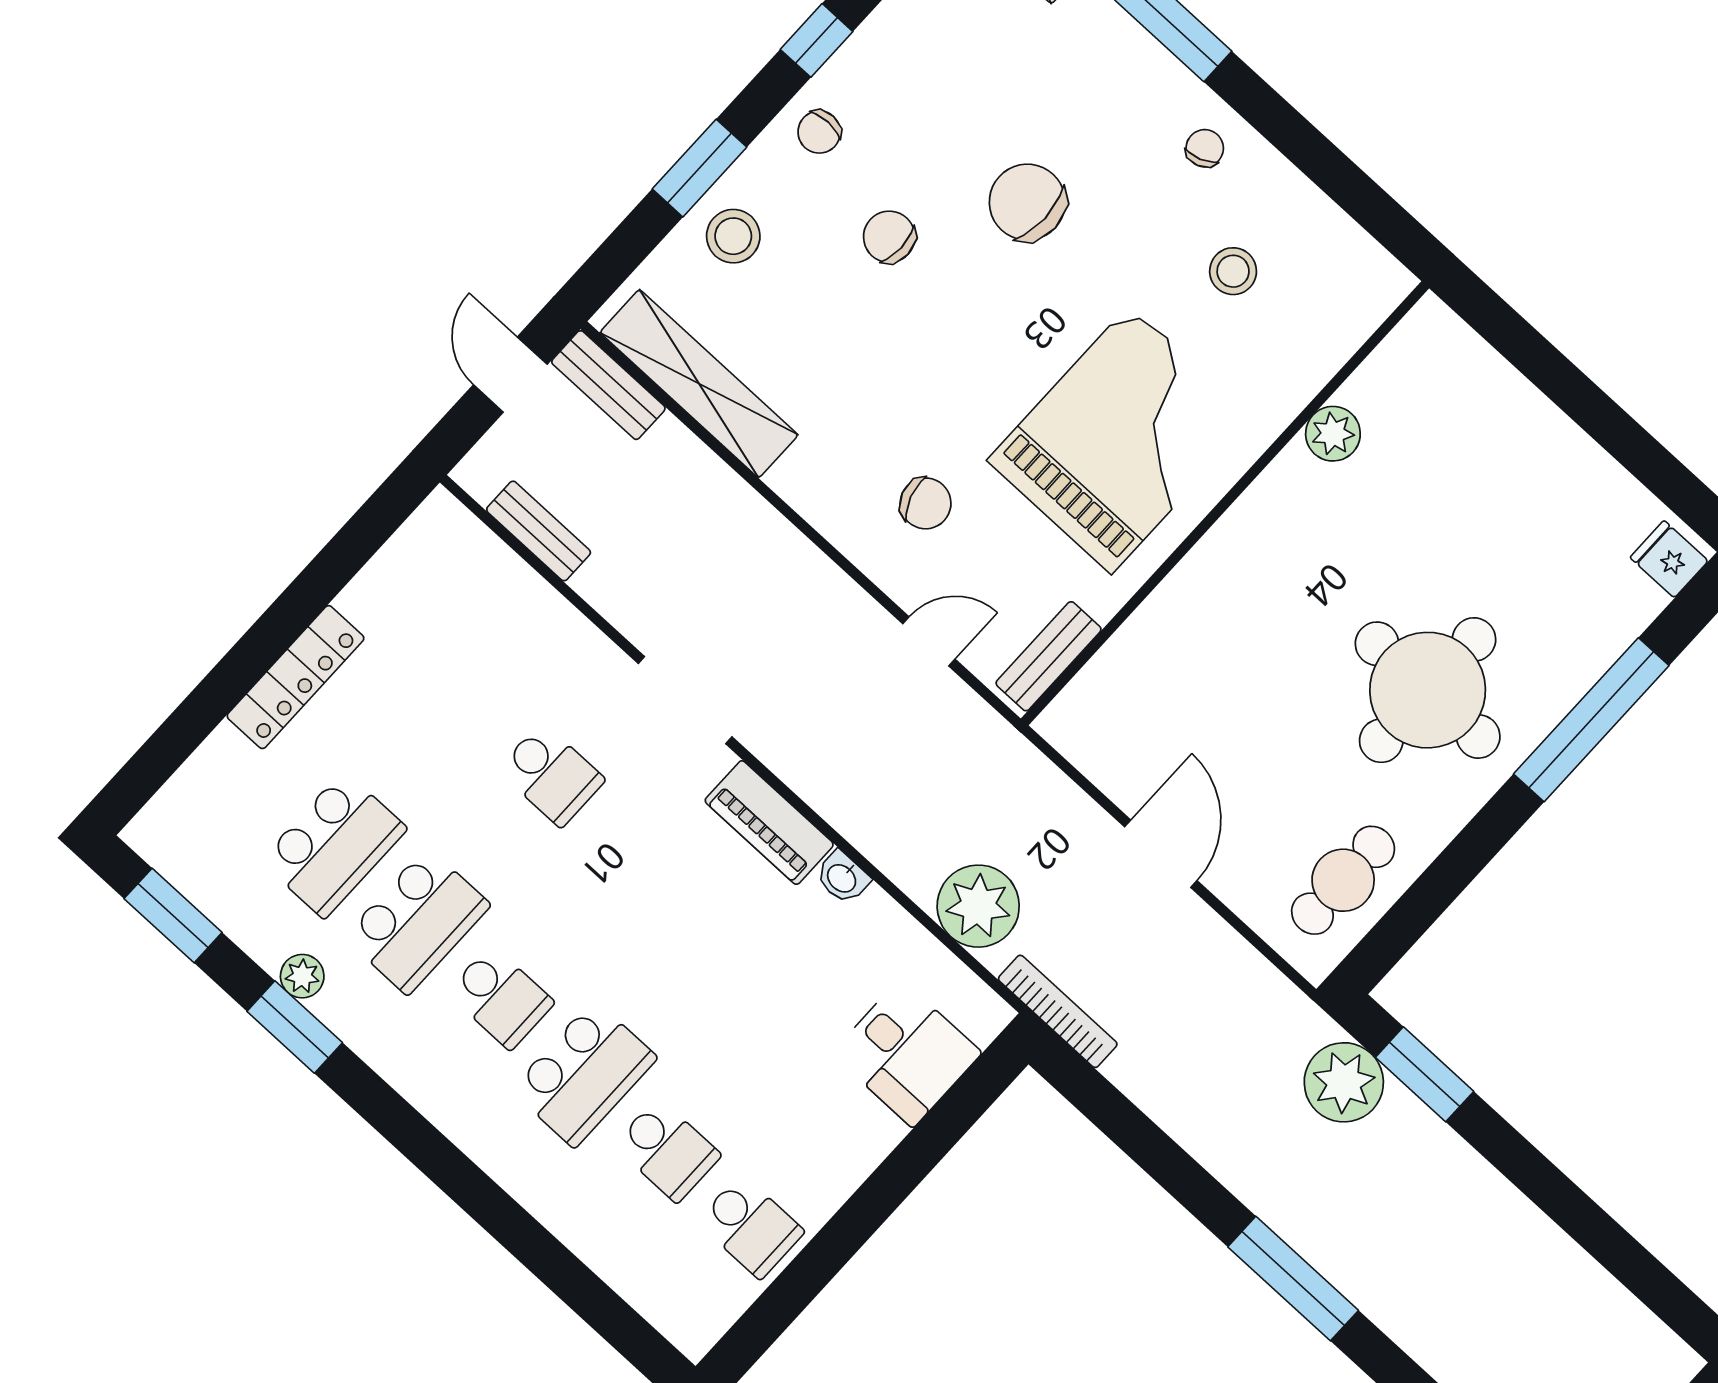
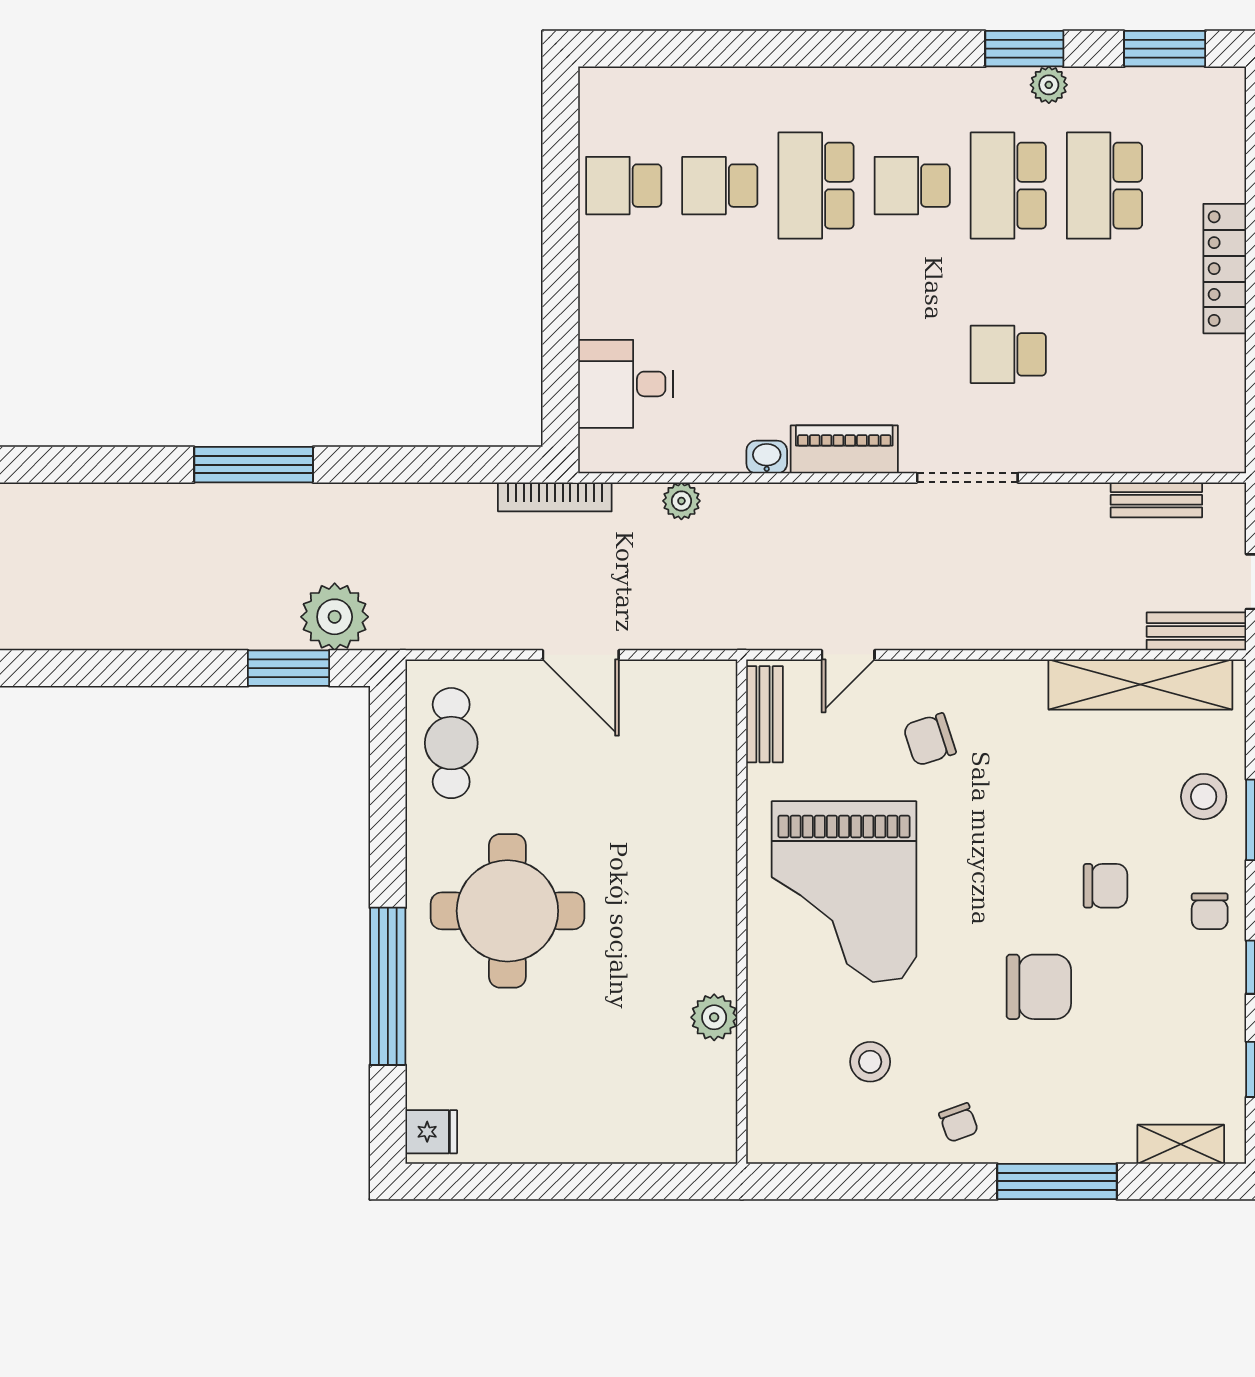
chair: (819, 132) -> (1210, 911), turned 180
plant: (978, 906) -> (681, 501), width x0.53, depth x0.53

